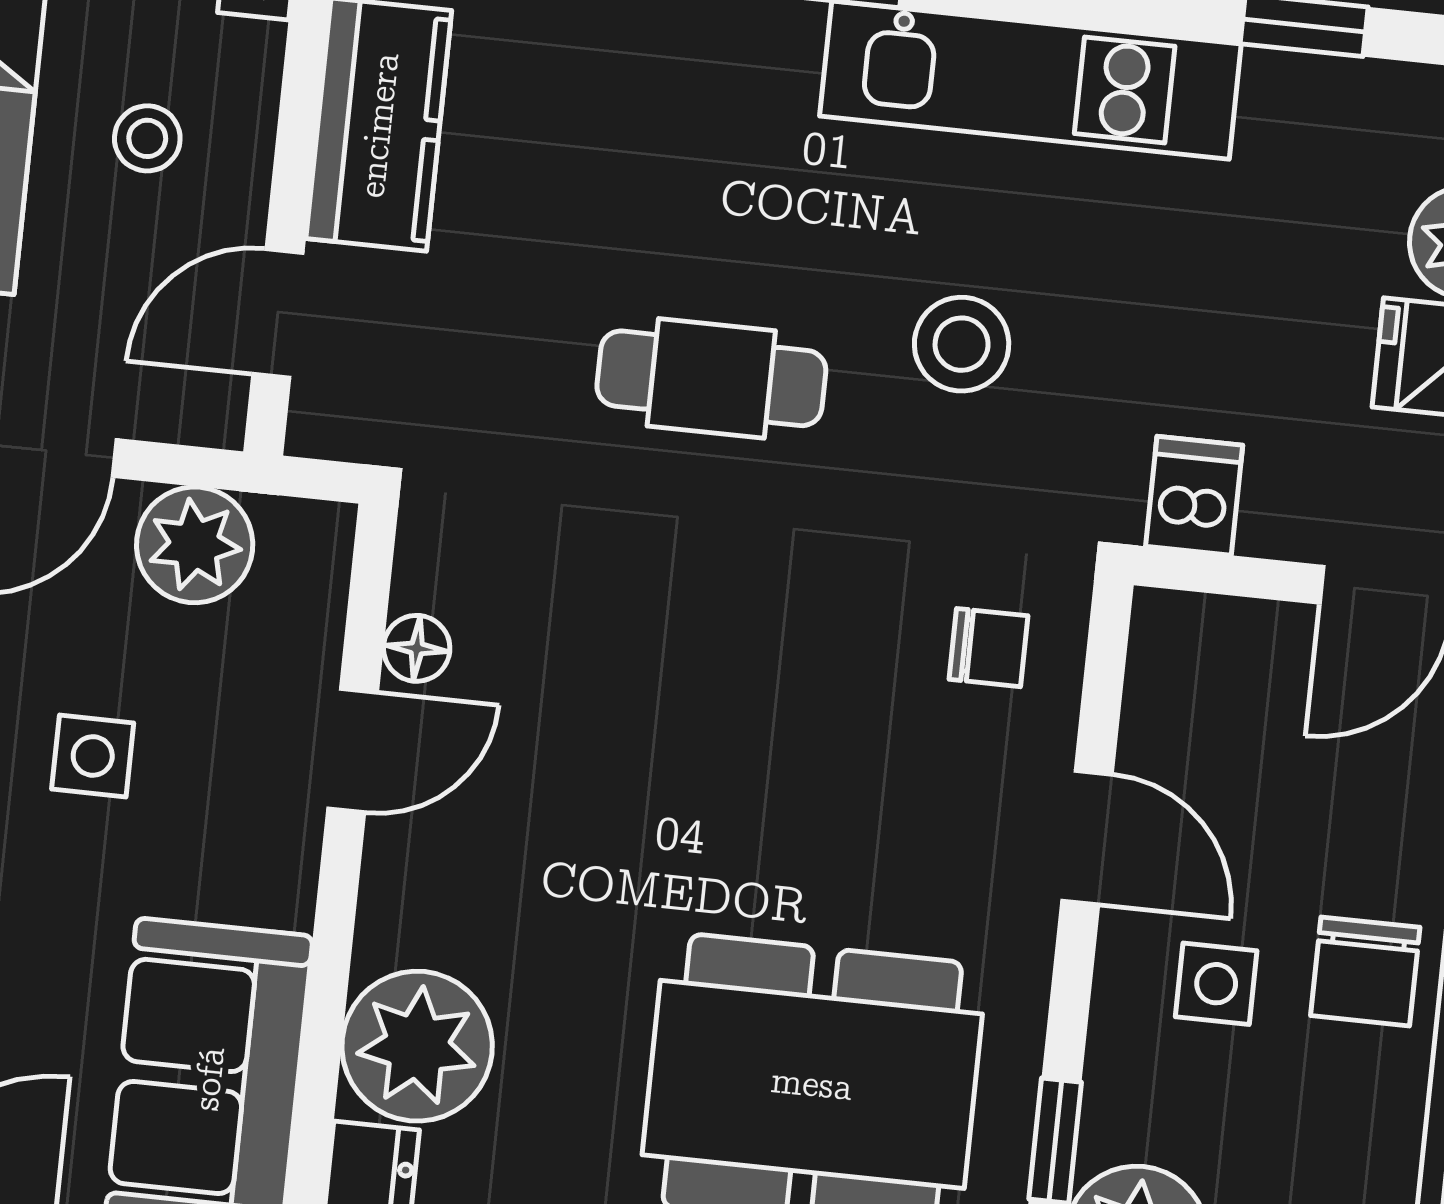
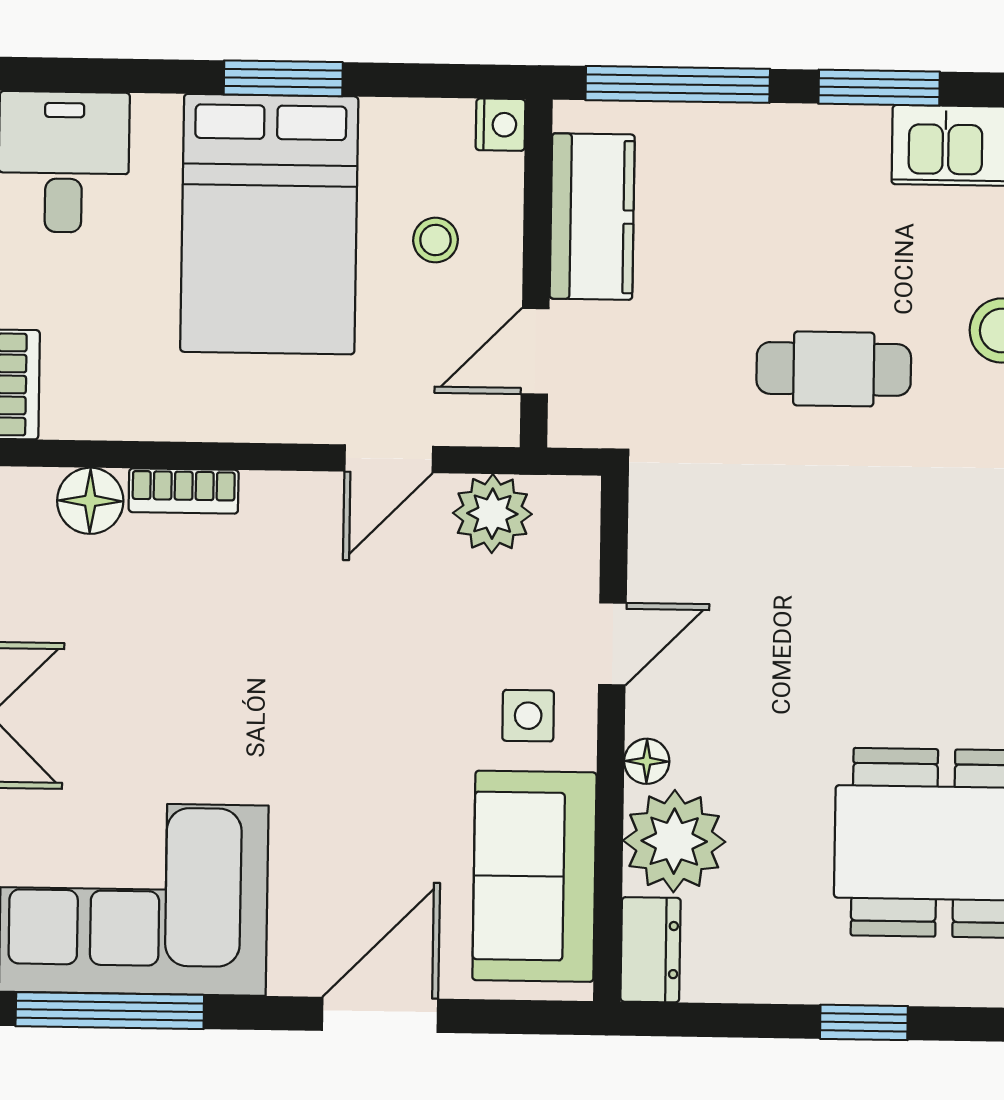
floor lamp: (417, 648) -> (647, 761), moved
side table: (93, 756) -> (528, 716), moved

